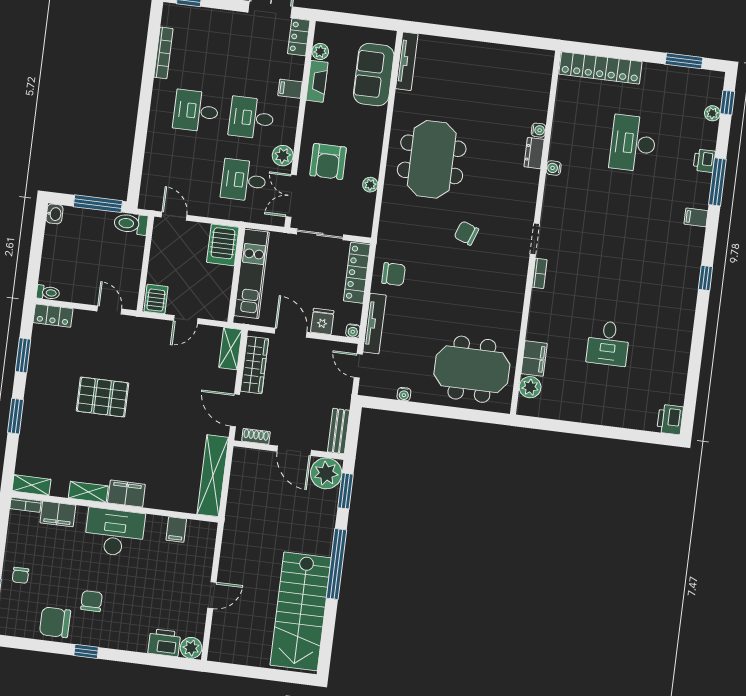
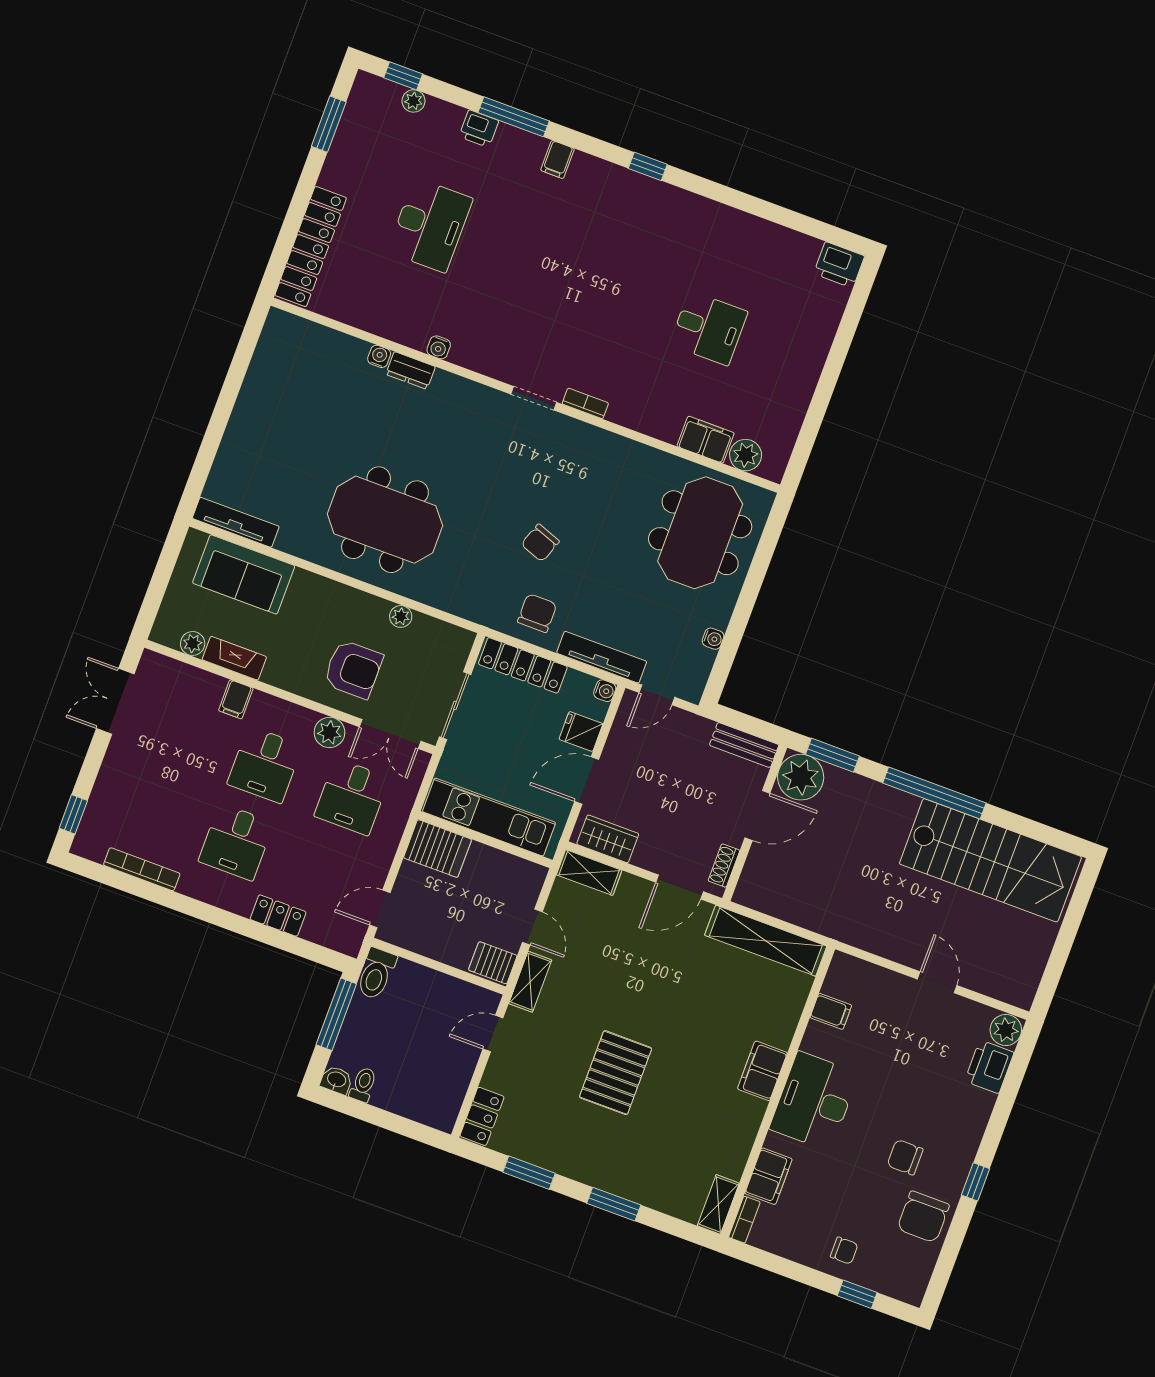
locker: (299, 37) -> (278, 916), moved, turned 180
desk: (633, 143) -> (430, 225), turned -90
chair: (466, 233) -> (540, 543), moved
toilet: (48, 293) -> (363, 1085), moved
wardrobe: (254, 365) -> (608, 839), width x0.67
shelving: (88, 492) -> (530, 982), moved

